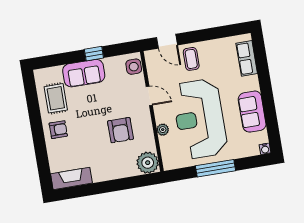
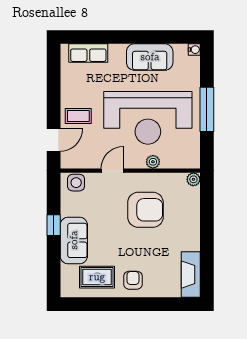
armchair: (120, 130) -> (145, 210), width x1.36, depth x1.36
plant: (148, 163) -> (193, 179), width x0.53, depth x0.53

